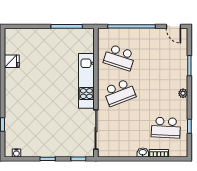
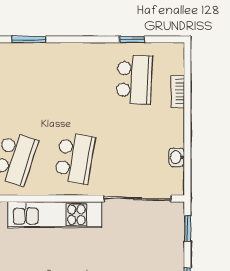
school desk: (119, 93) -> (75, 158), turned 30
plant: (183, 93) -> (76, 50), removed
washbasin: (143, 153) -> (177, 157), moved

